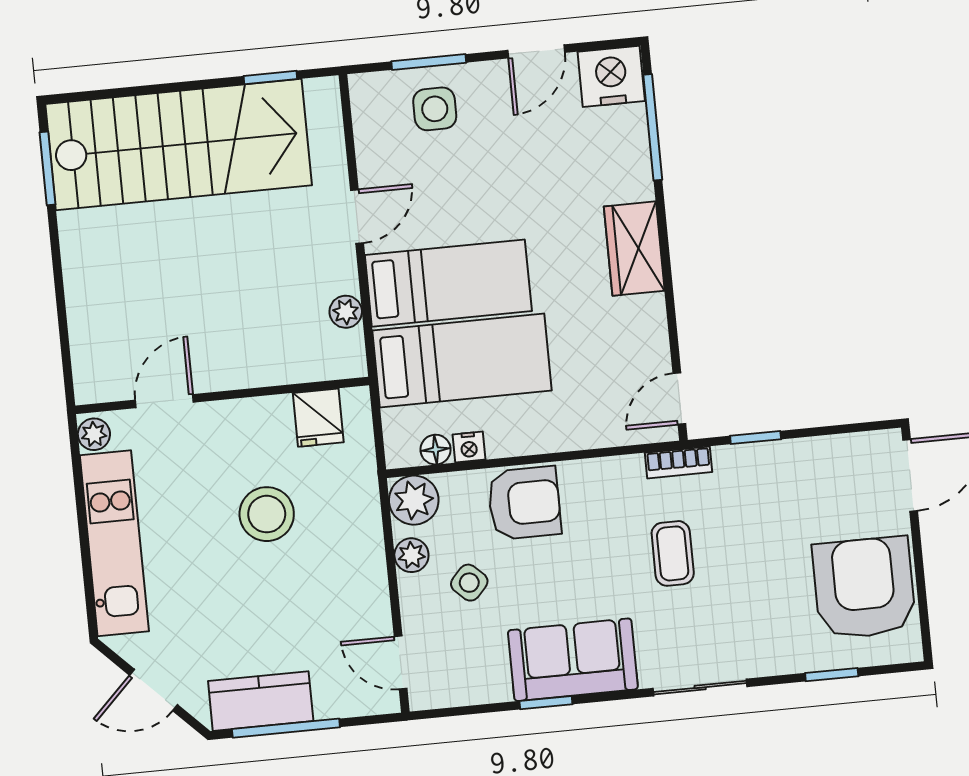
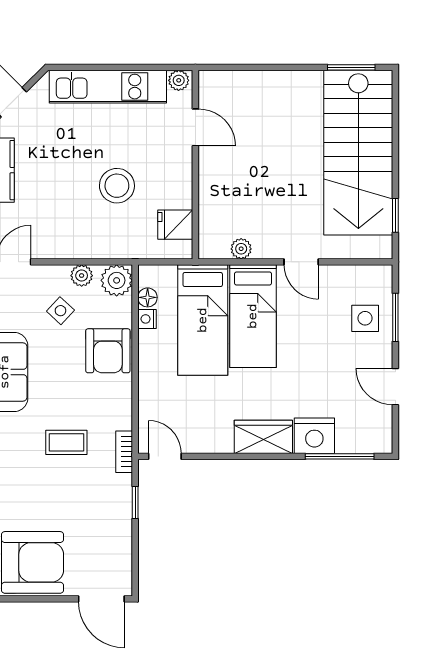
nightstand: (611, 76) -> (314, 436), moved, turned 90

